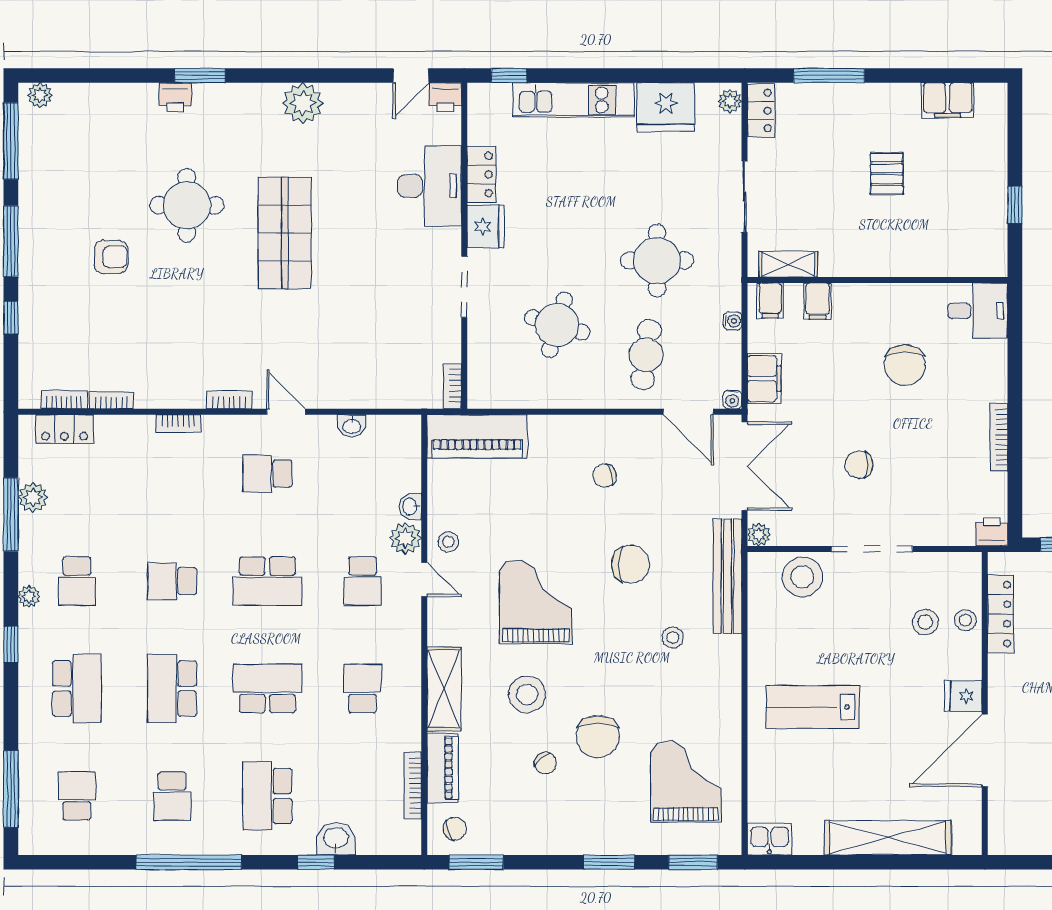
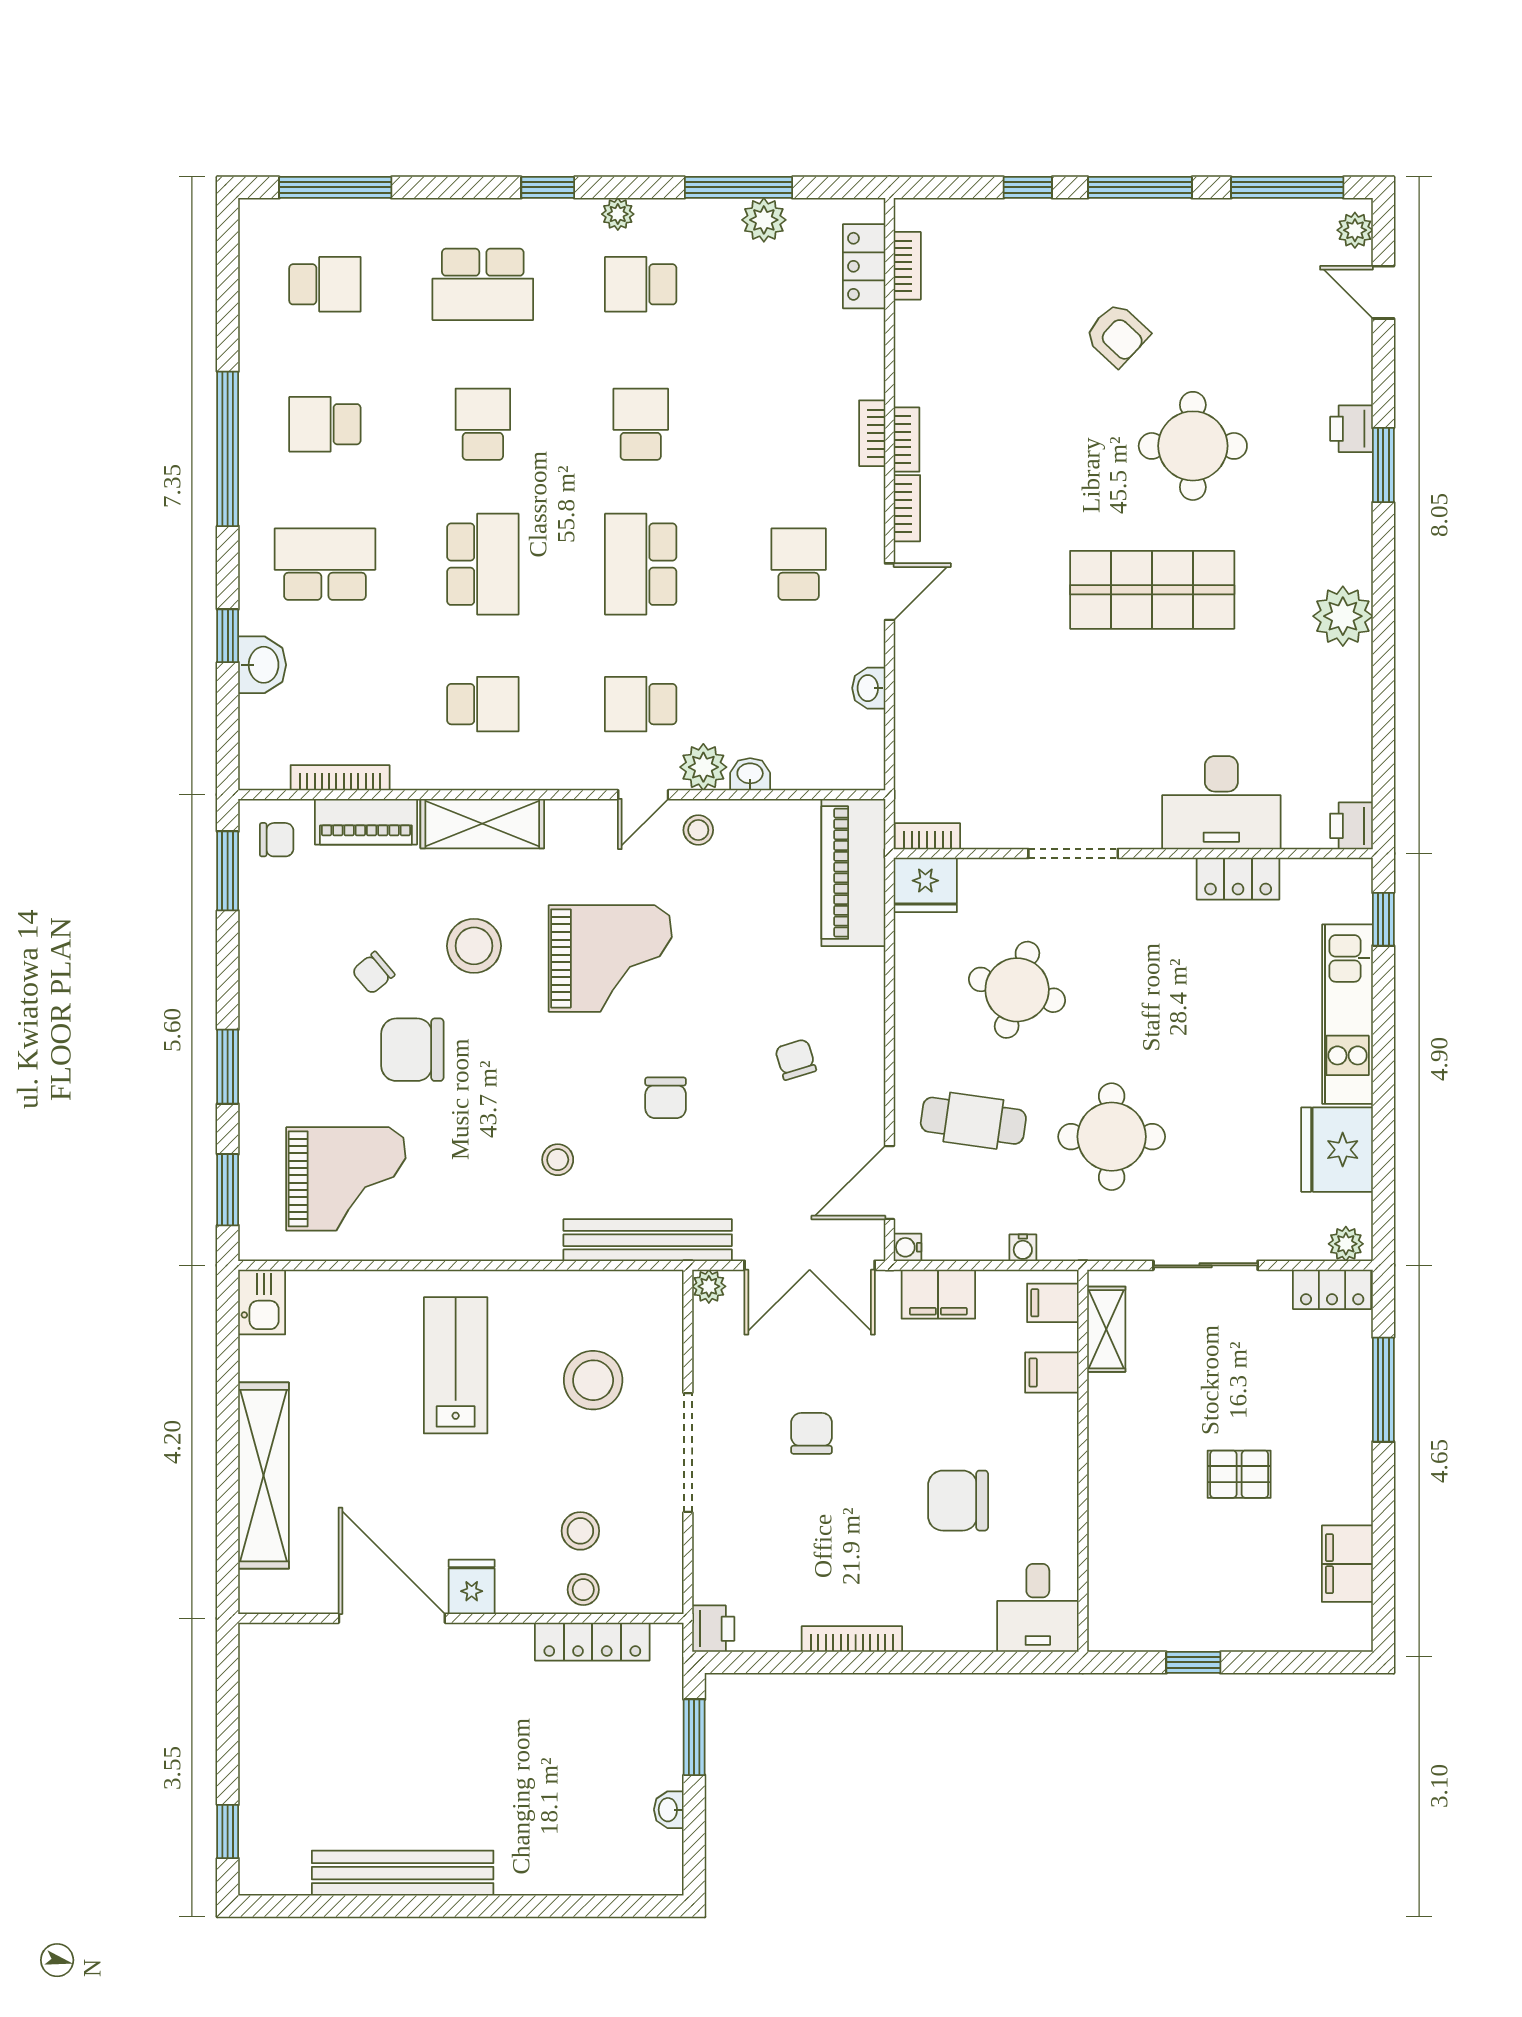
door: (411, 76) -> (1383, 292), moved
fridge: (486, 226) -> (925, 885), moved
armchair: (111, 257) -> (1117, 335), turned -47
bookcase: (111, 400) -> (907, 440), moved
chair: (631, 564) -> (666, 1098), width x0.73, depth x0.73
stool: (802, 577) -> (593, 1380), moved
school desk: (172, 689) -> (483, 424), width x0.54
chair: (455, 829) -> (277, 840), turned -70

